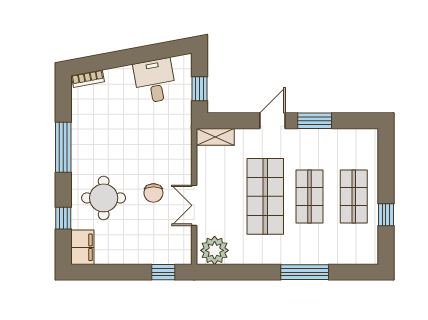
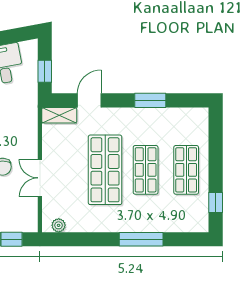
door: (272, 121) -> (89, 100), moved
window: (386, 215) -> (216, 203), moved
plant: (215, 250) -> (59, 225), width x0.53, depth x0.53

